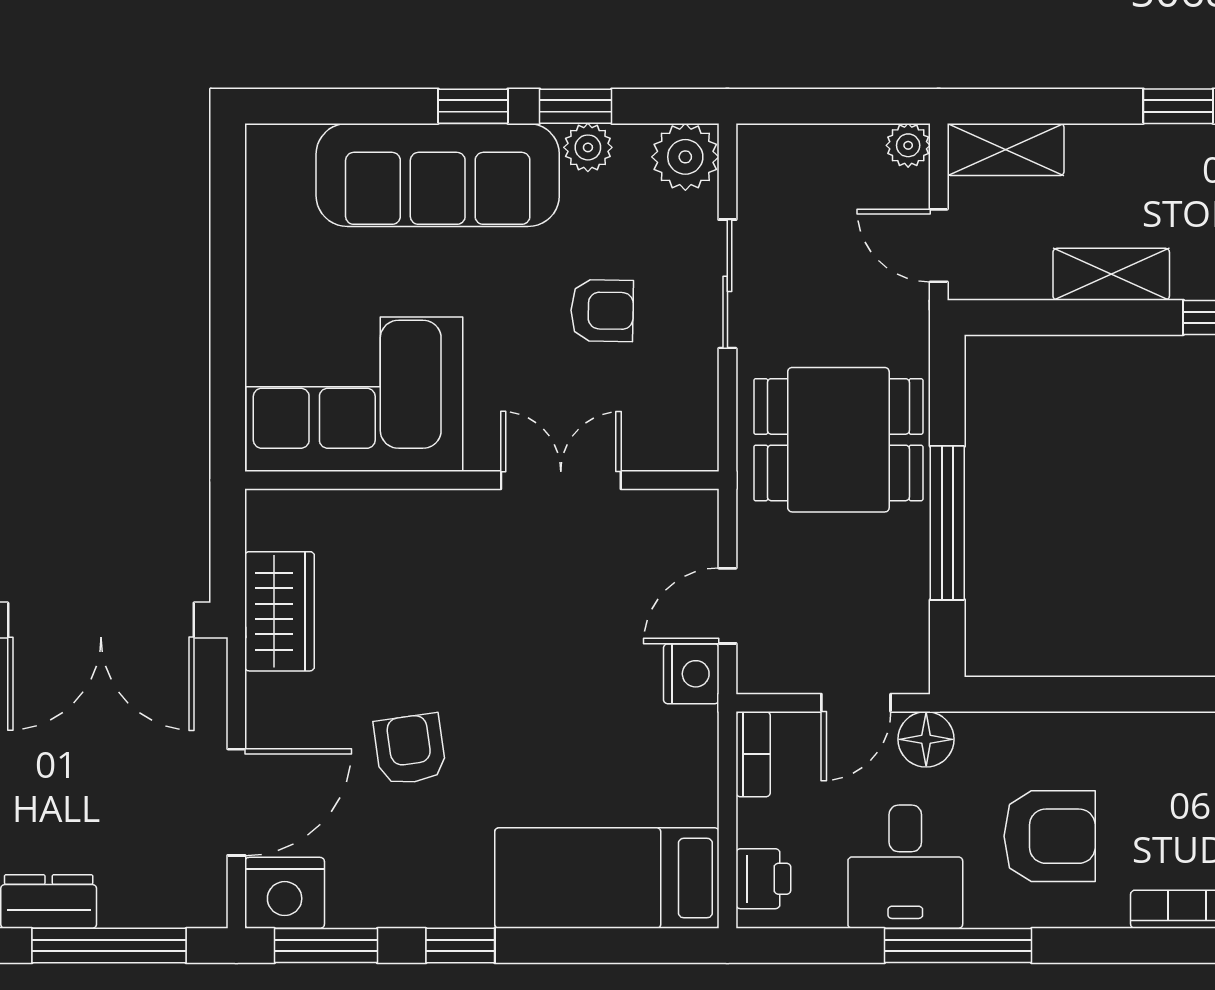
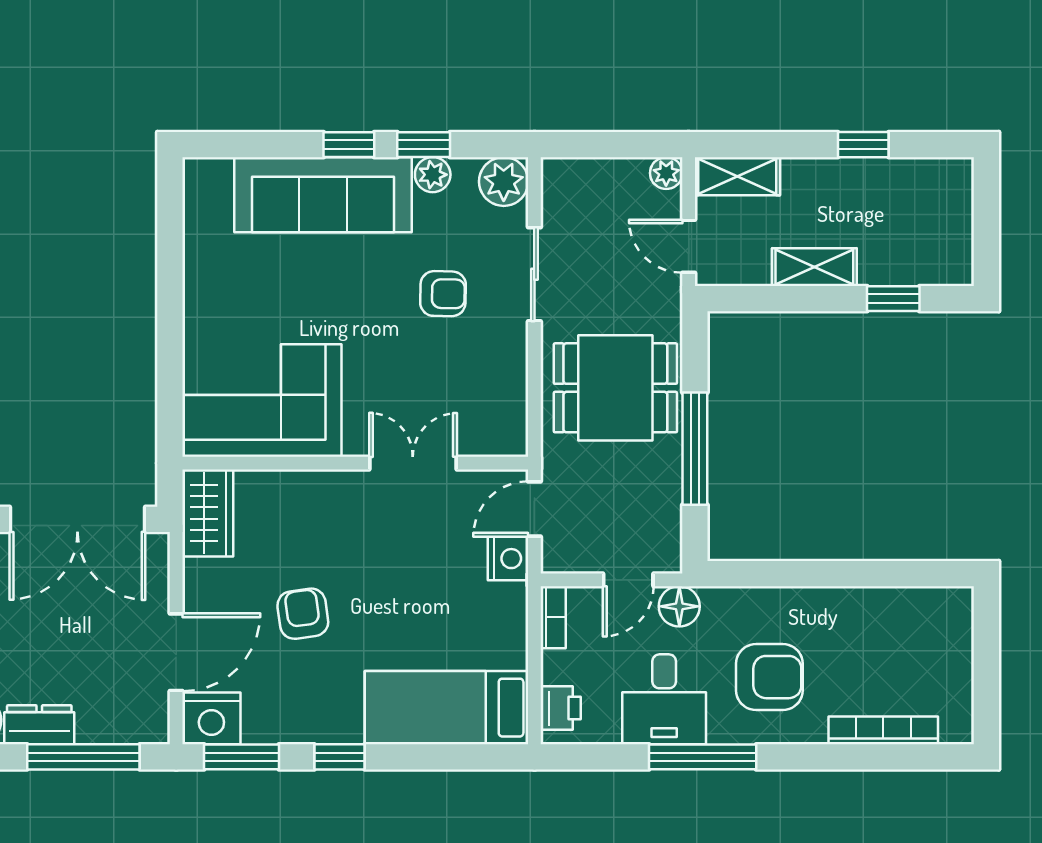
corner sofa: (354, 394) -> (262, 401), moved
wall: (482, 480) -> (355, 463), moved
double door: (561, 480) -> (413, 463), moved

